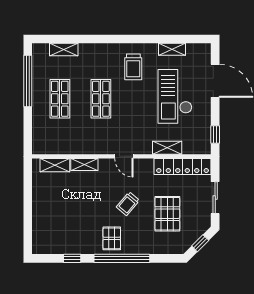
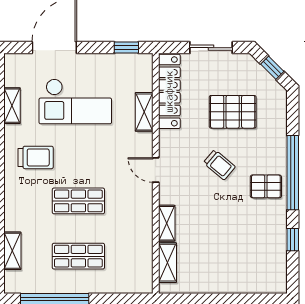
door: (124, 156) -> (156, 170), swing flipped

